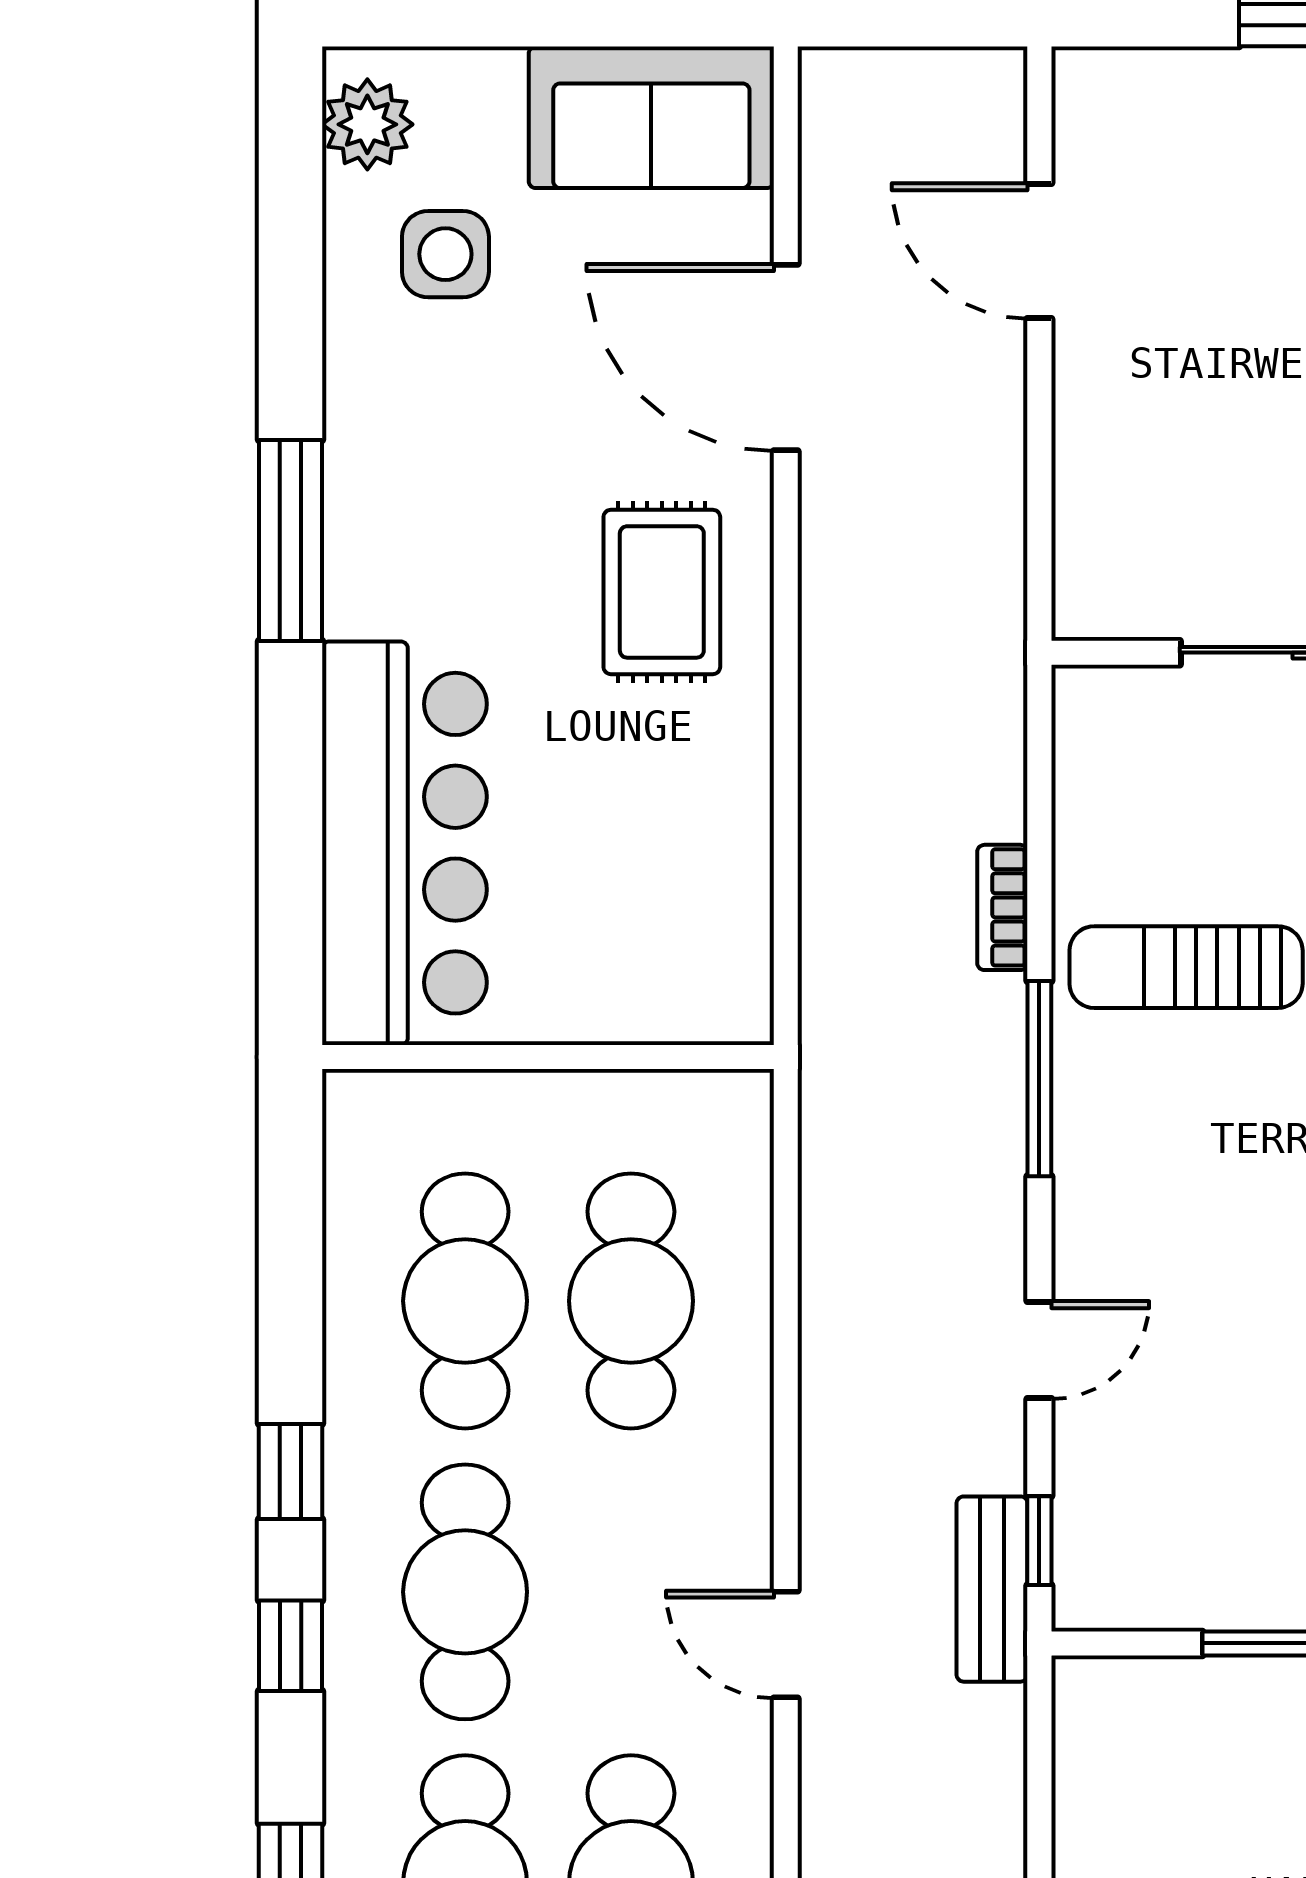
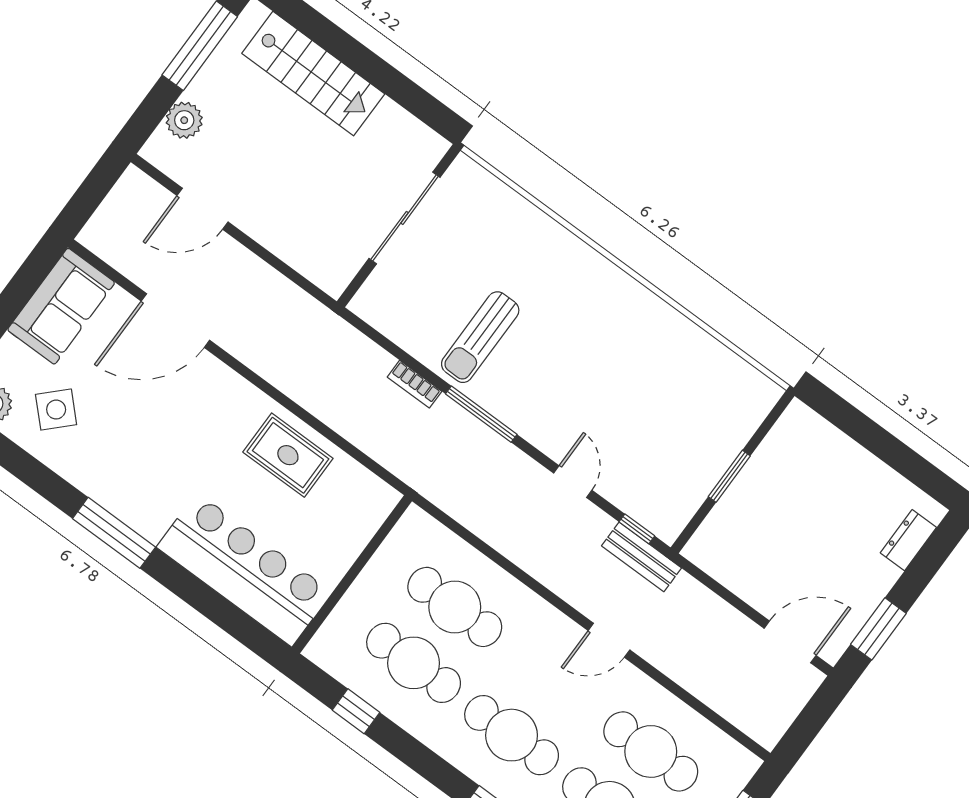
plant: (1184, 90) -> (184, 120), added
side table: (445, 254) -> (56, 410), turned 45
rug: (662, 592) -> (288, 455), moved
window: (290, 1472) -> (356, 711), moved

